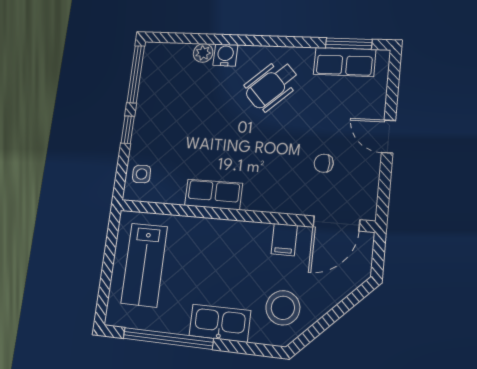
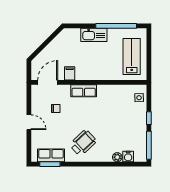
water cooler: (225, 55) -> (128, 157), moved
row of seats: (214, 194) -> (84, 91), moved
stool: (283, 308) -> (67, 44), removed

